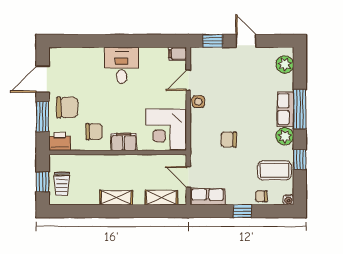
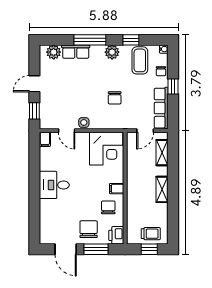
row of seats: (285, 109) -> (76, 52), moved
filing cabinet: (124, 142) -> (117, 189), width x0.50
row of seats: (208, 197) -> (161, 108), width x1.48

